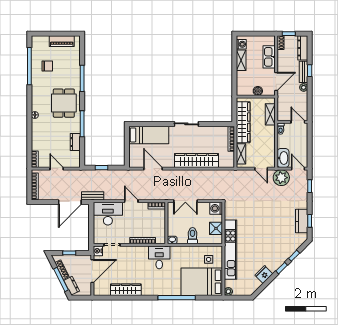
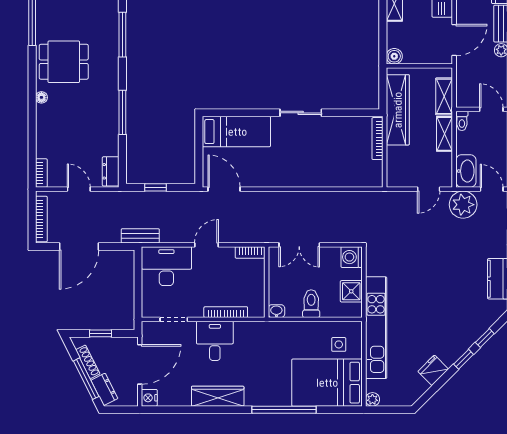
chair: (47, 66) -> (63, 14), removed
boiler: (258, 91) -> (394, 56), moved
dining table: (64, 103) -> (64, 62), moved, turned 90
dresser: (75, 142) -> (111, 171), moved
shelving: (241, 154) -> (444, 134), moved
wardrobe: (196, 161) -> (318, 175), removed
door: (153, 169) -> (224, 189), moved
door: (261, 169) -> (429, 189), hinge flipped
door: (131, 201) -> (206, 245), hinge flipped
door: (70, 202) -> (79, 247), moved
nightstand: (98, 251) -> (149, 398), moved
desk: (159, 257) -> (215, 341), moved
wardrobe: (126, 290) -> (218, 396), moved

